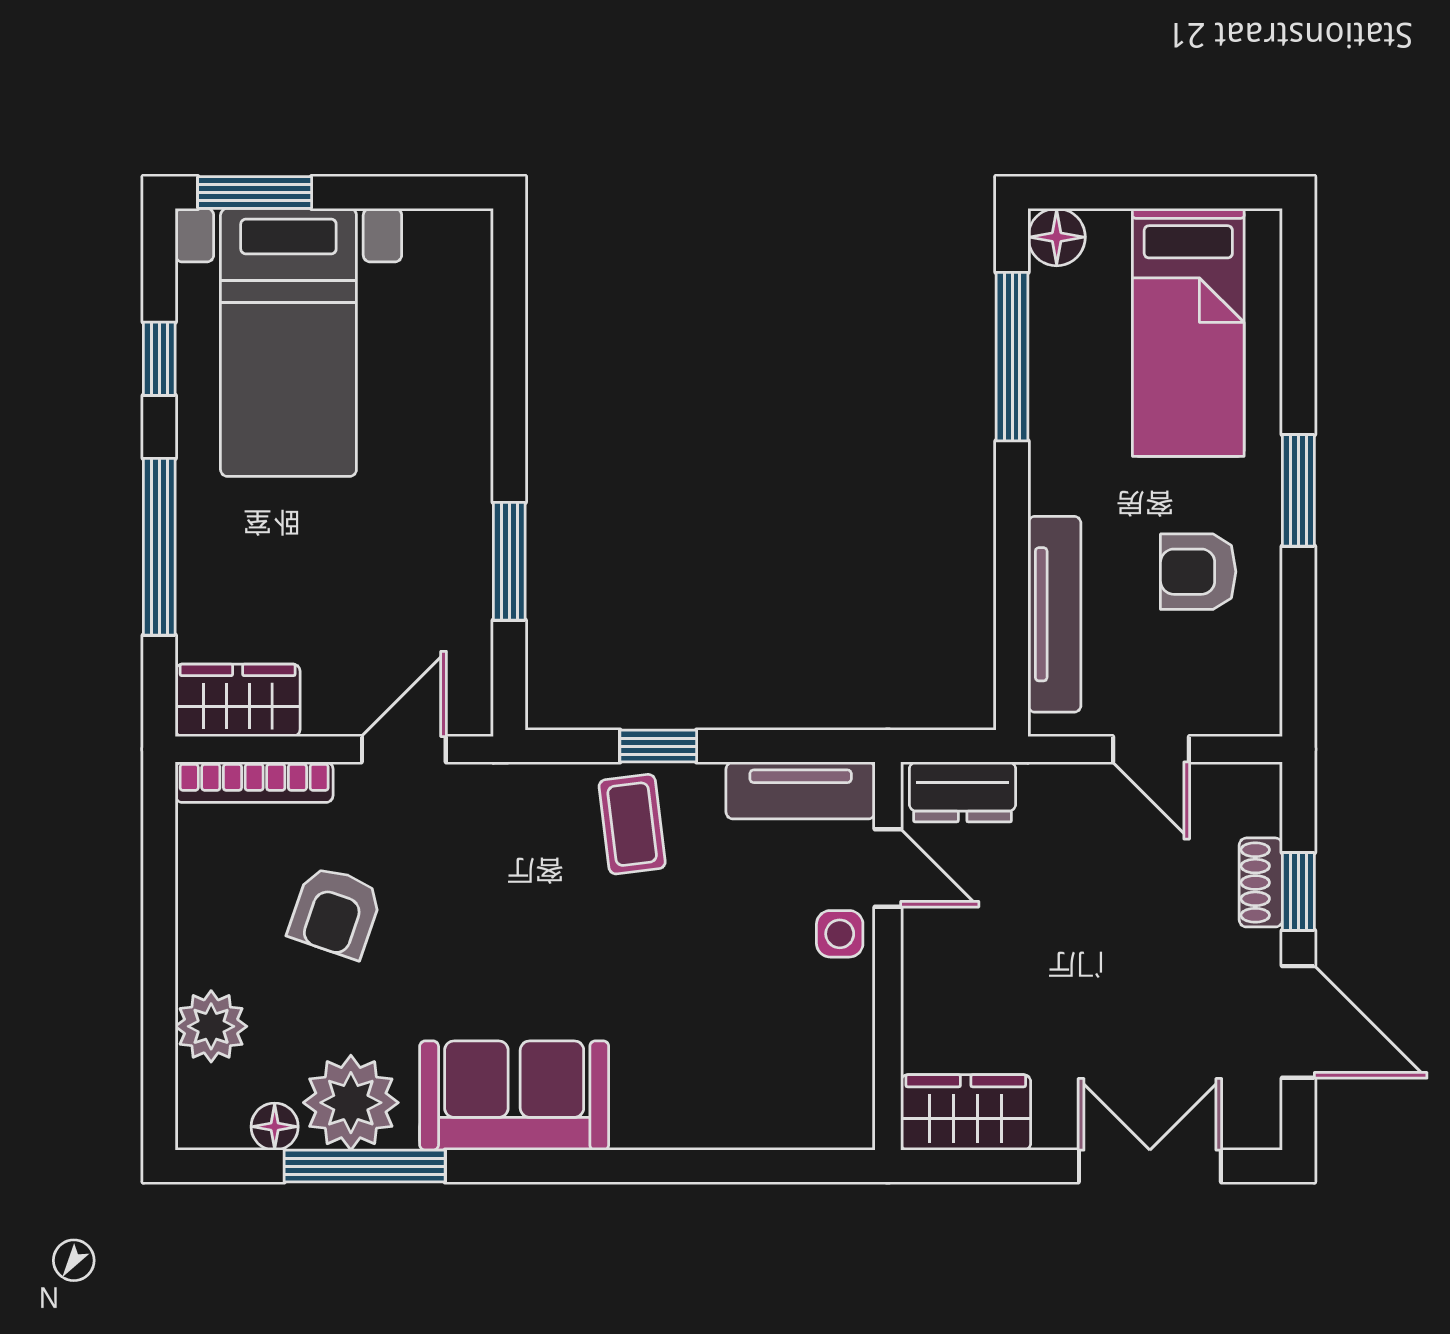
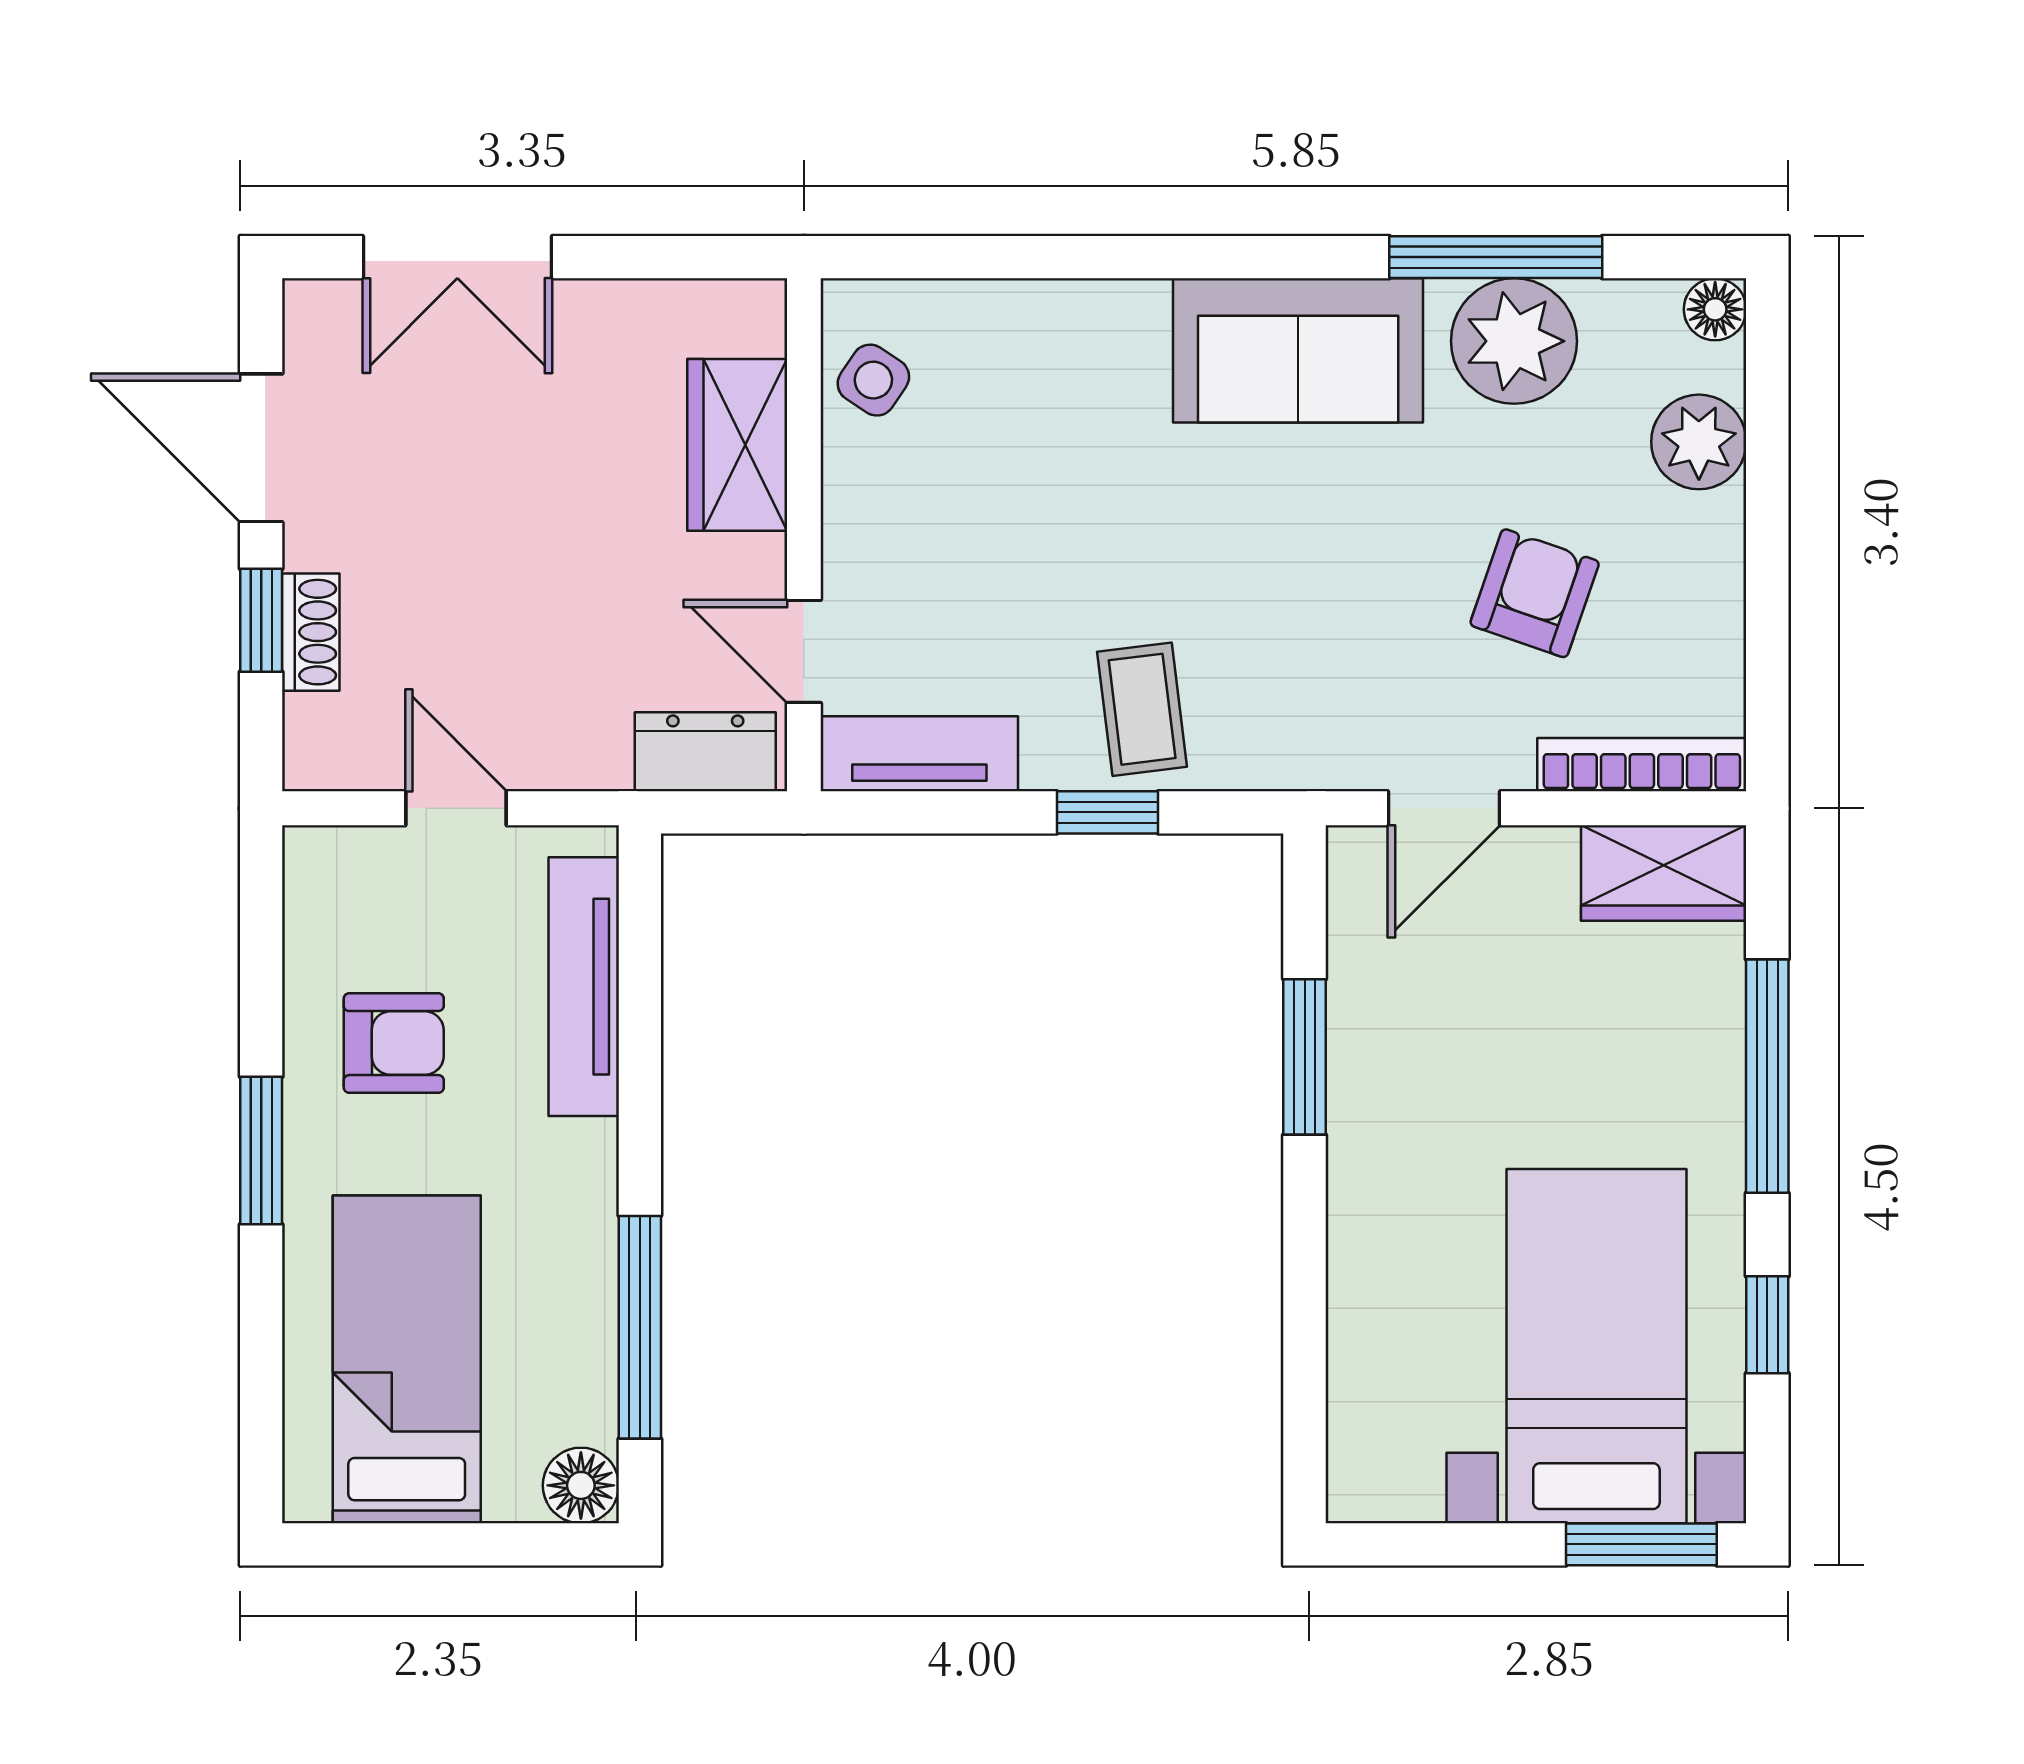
side table: (840, 934) -> (873, 380), moved, turned 34
wardrobe: (966, 1112) -> (737, 445), moved, turned 90
floor lamp: (275, 1127) -> (1715, 309), moved

